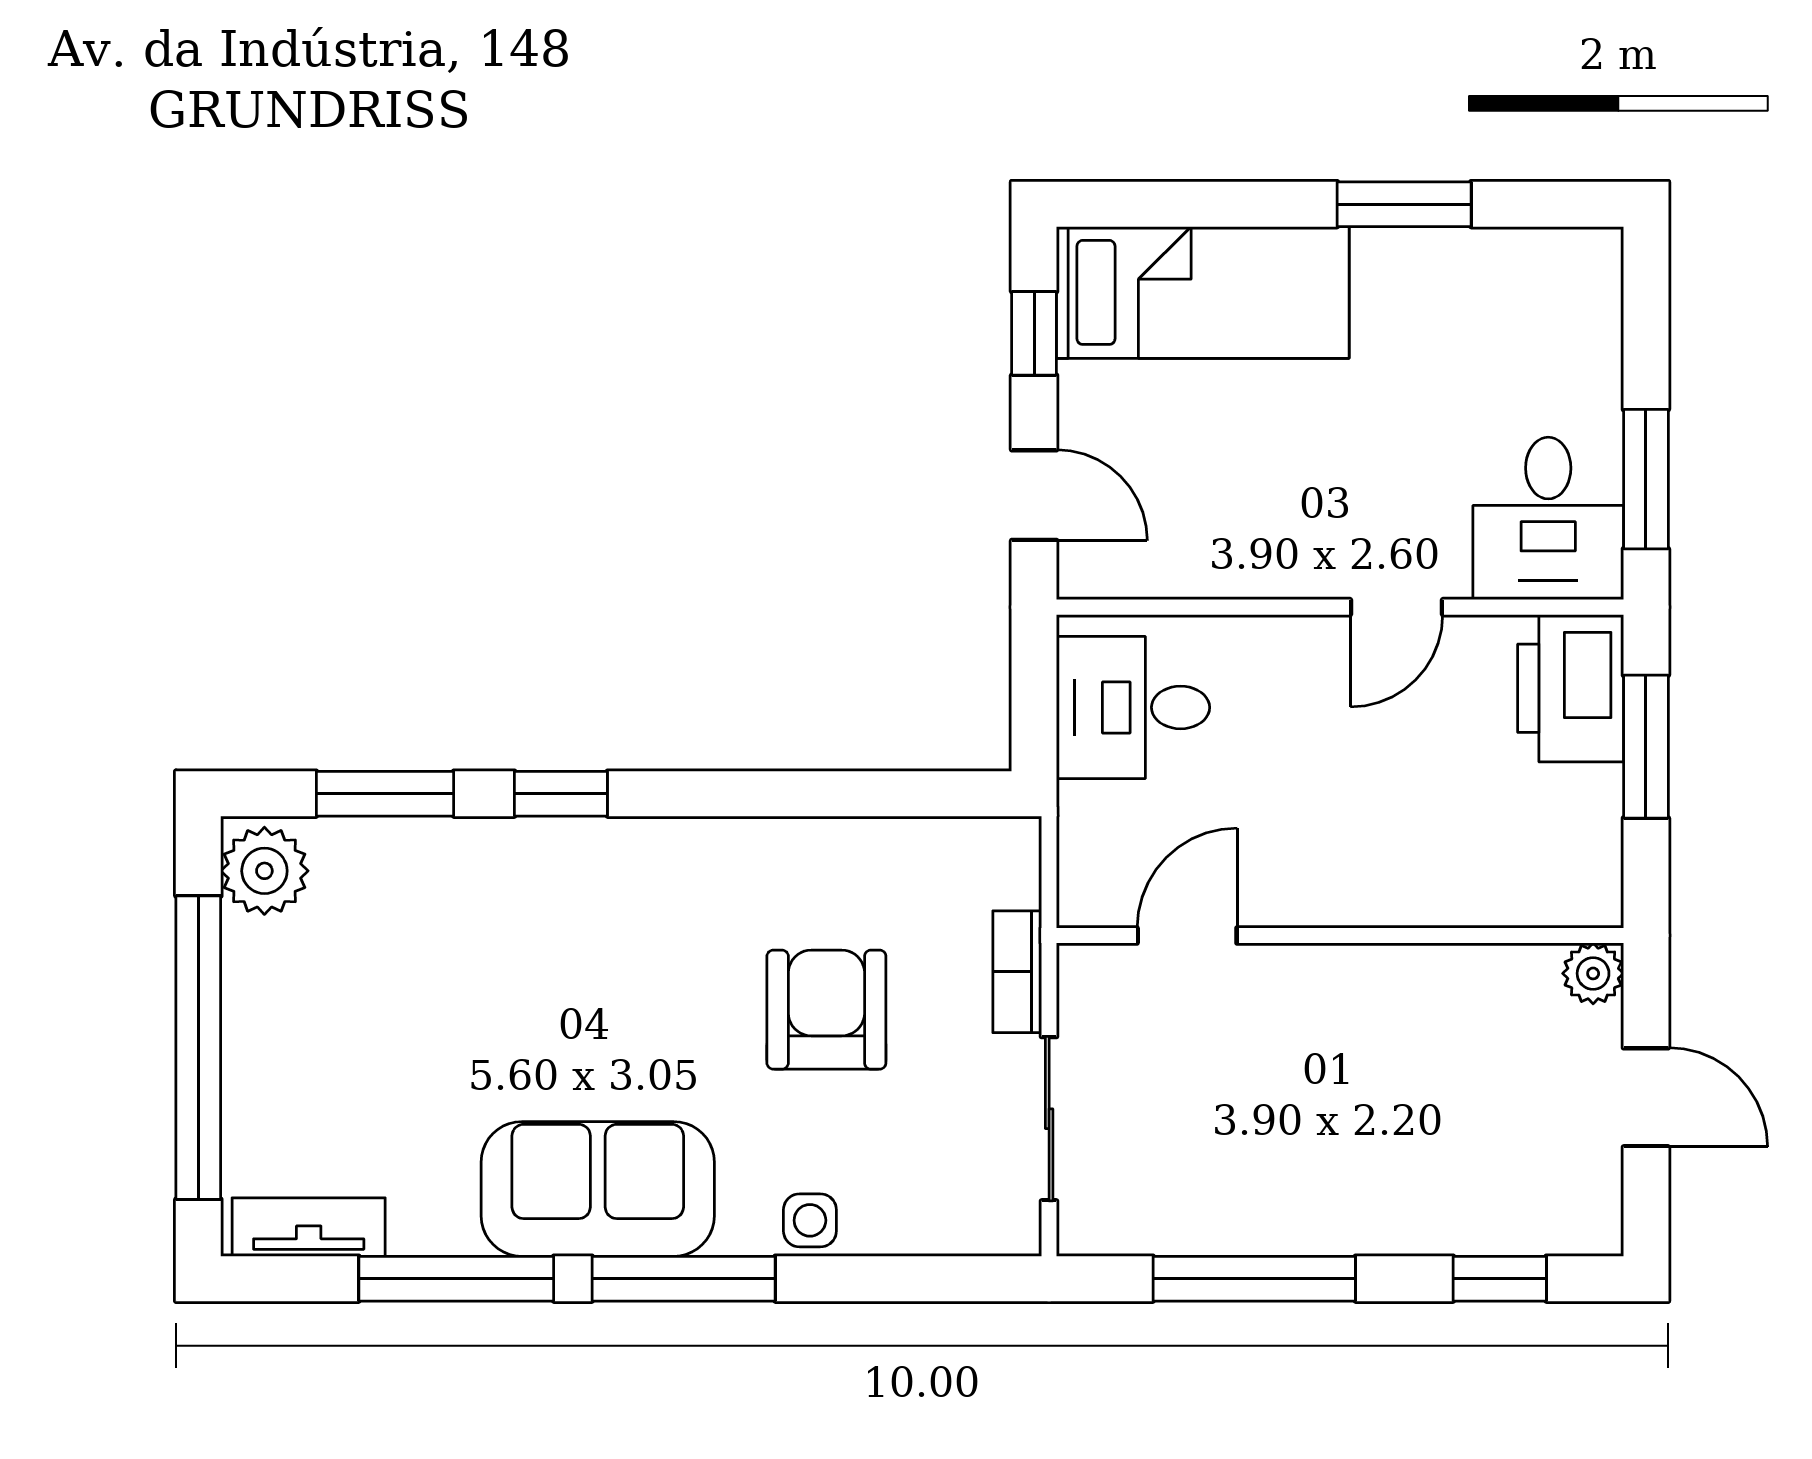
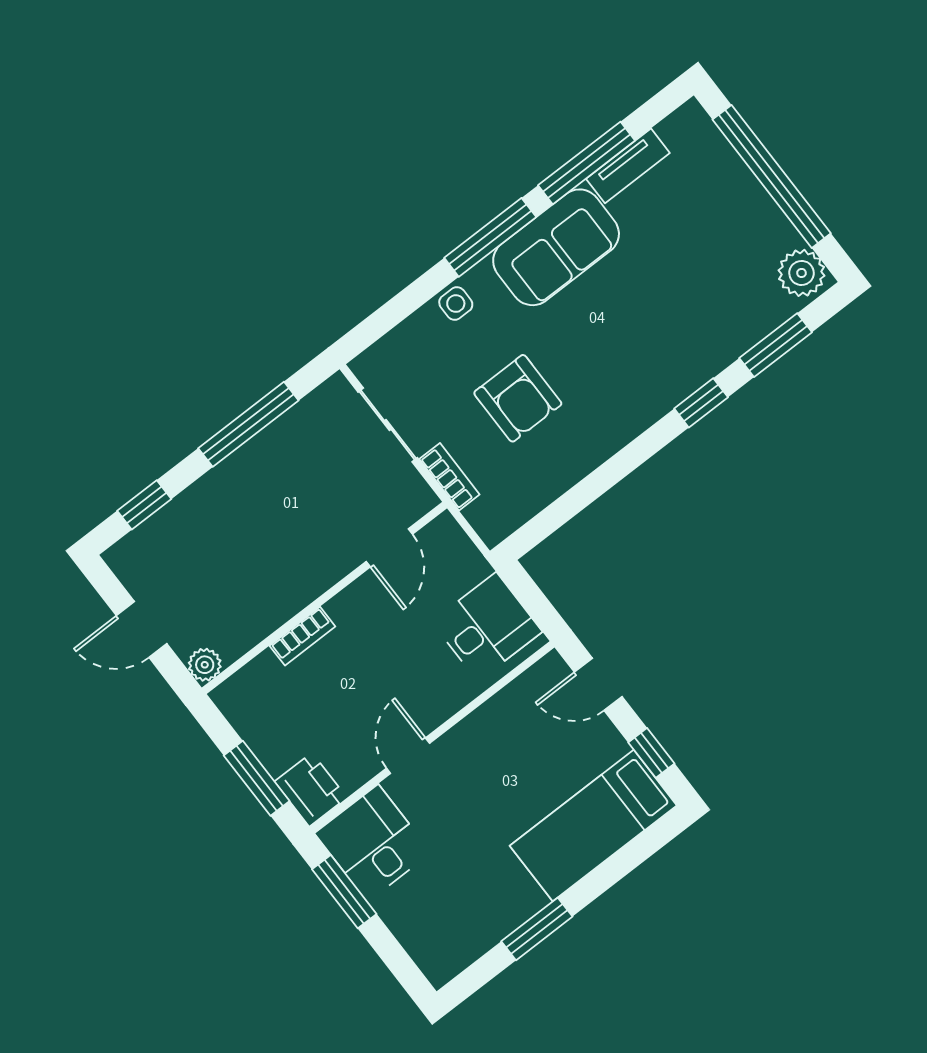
printer: (1571, 688) -> (311, 790), width x0.73, depth x0.84
bookcase: (1416, 904) -> (302, 636), added
tv unit: (309, 1227) -> (628, 166), moved

